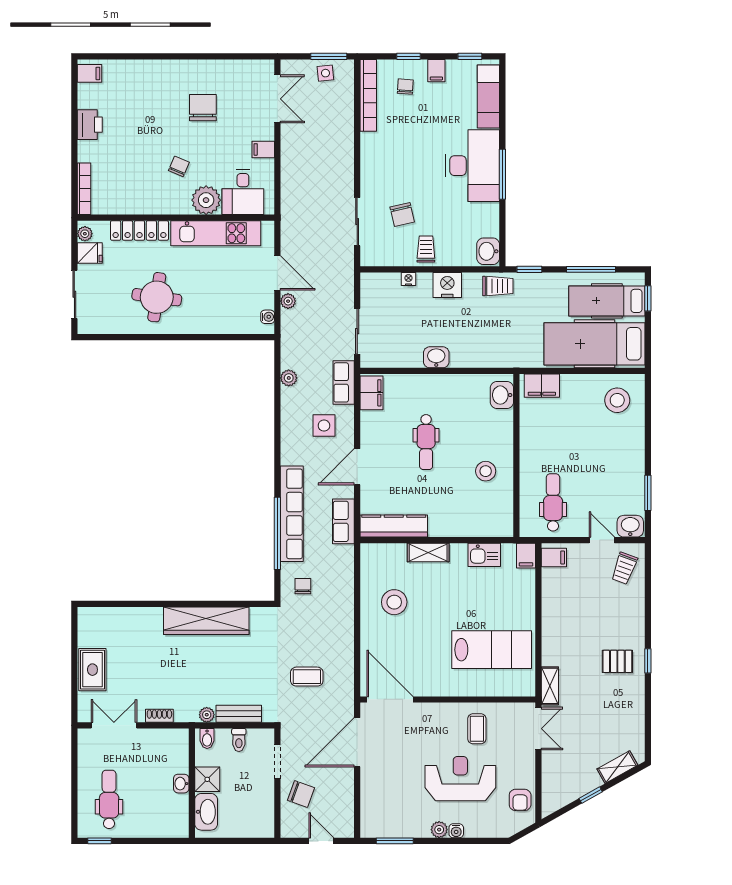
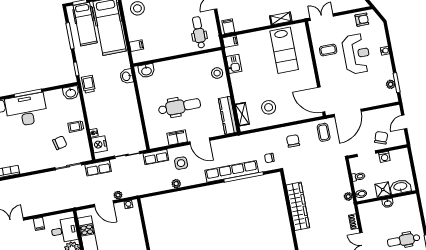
door: (277, 273) -> (104, 204), swing flipped
nightstand: (447, 285) -> (99, 144), moved
washbasin: (436, 357) -> (126, 76), moved
plant: (289, 378) -> (176, 184), moved
filing cabinet: (542, 386) -> (136, 46), width x0.50
filing cabinet: (371, 393) -> (177, 137), moved
dental chair: (426, 442) -> (179, 107), width x1.36, depth x1.38
stool: (486, 471) -> (217, 73), moved
dental chair: (553, 502) -> (199, 32), turned 90
row of seats: (343, 521) -> (98, 168), moved
shelving: (428, 553) -> (242, 114), moved
chair: (325, 635) -> (293, 141), added
lab bench: (492, 650) -> (284, 50), turned 180
coffee table: (307, 677) -> (324, 132), moved
shelving: (550, 686) -> (281, 18), moved
door: (390, 699) -> (321, 100), hinge flipped
bench: (239, 714) -> (344, 179), removed
door: (357, 742) -> (348, 113), hinge flipped
reception desk: (460, 779) -> (357, 54), turned 180
washing machine: (266, 794) -> (384, 157), added
plant: (439, 830) -> (391, 84), moved

